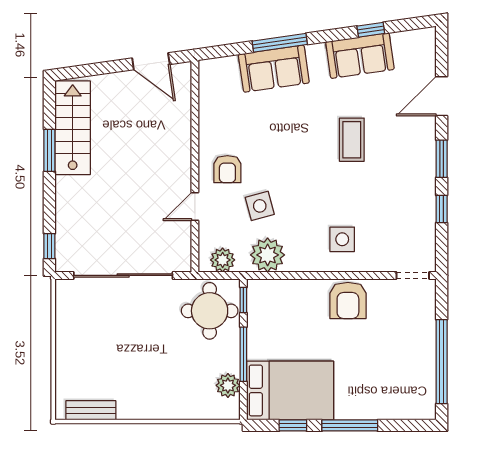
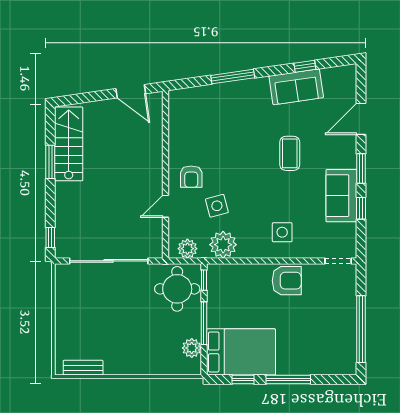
sofa: (274, 69) -> (341, 196), moved, turned 98
armchair: (348, 300) -> (287, 281), turned -90

